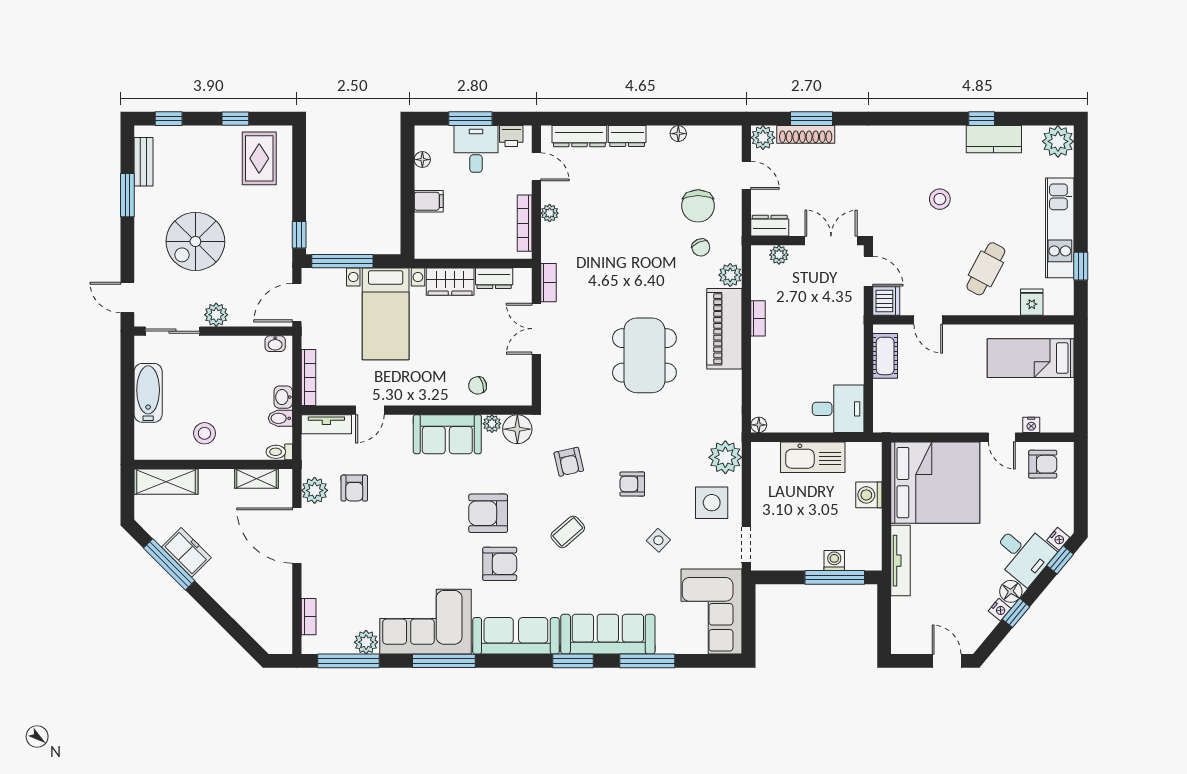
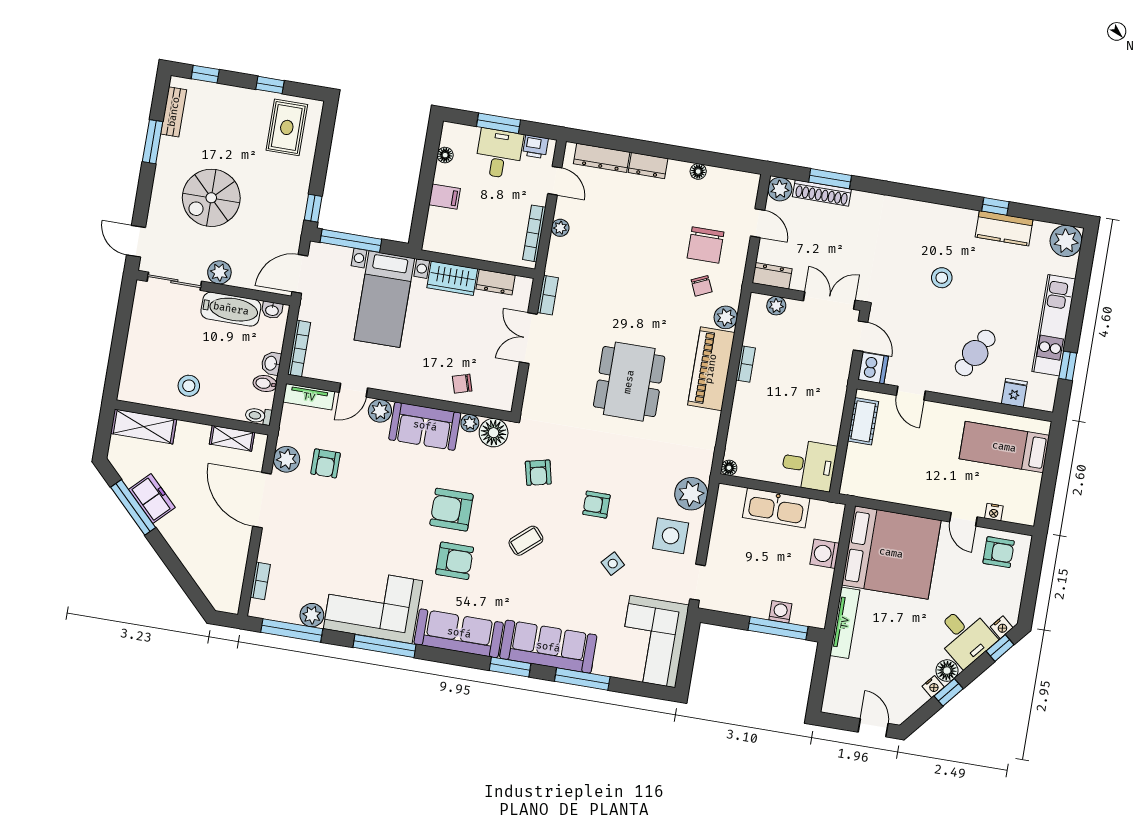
bathtub: (148, 393) -> (231, 309), moved, turned 90
plant: (400, 426) -> (380, 411), added

